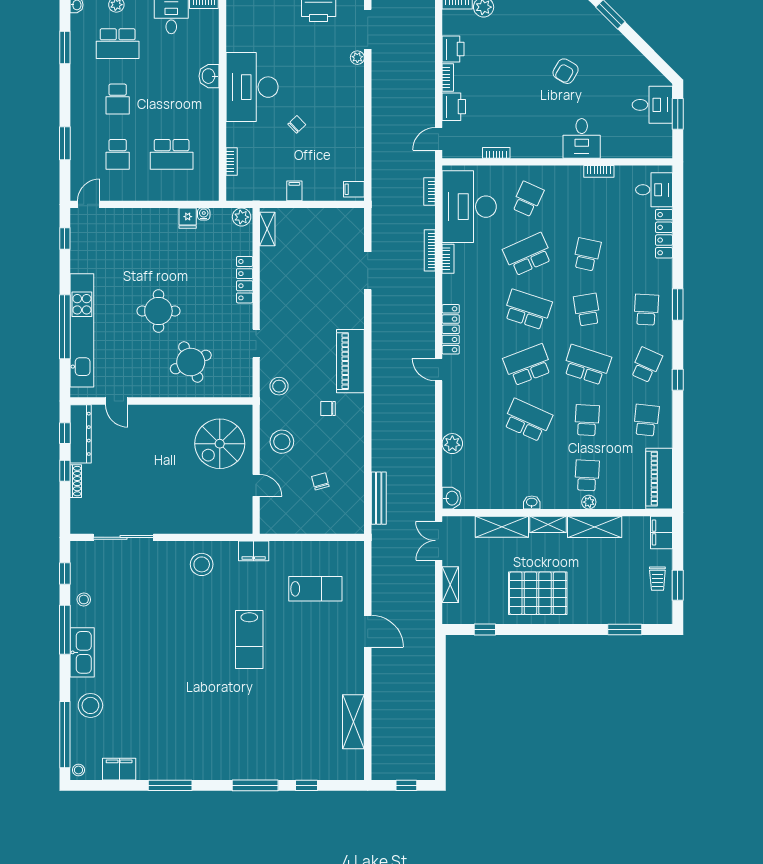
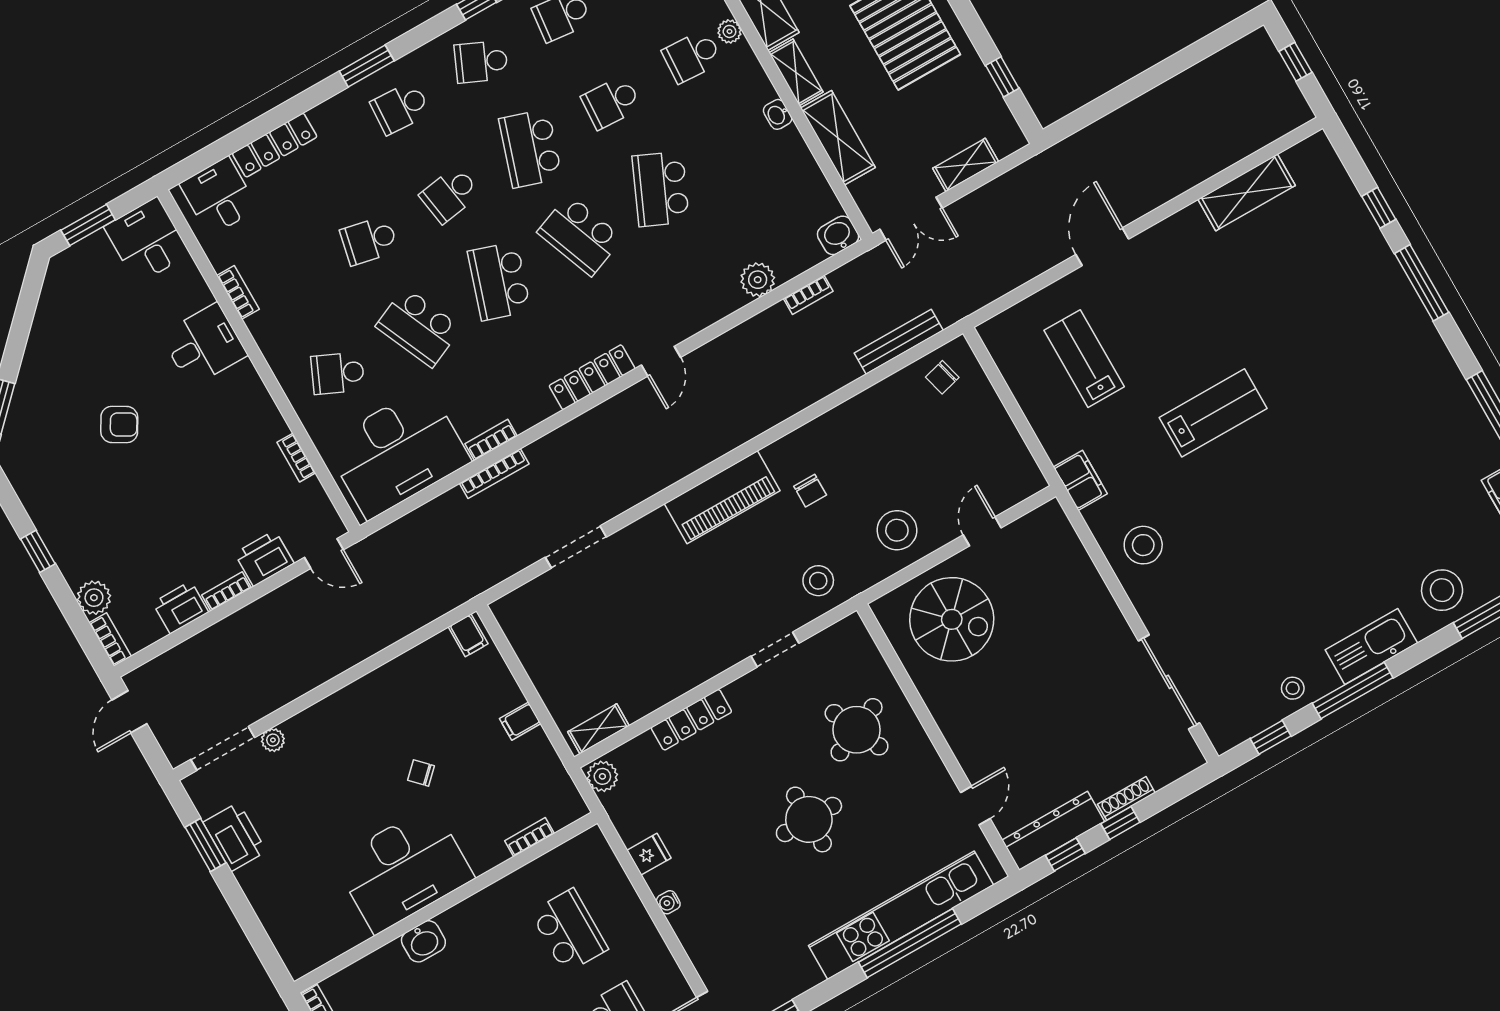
desk: (652, 105) -> (147, 240), moved
bookcase: (430, 192) -> (808, 295), moved
water cooler: (204, 214) -> (668, 902), moved
chair: (320, 481) -> (942, 377), moved

